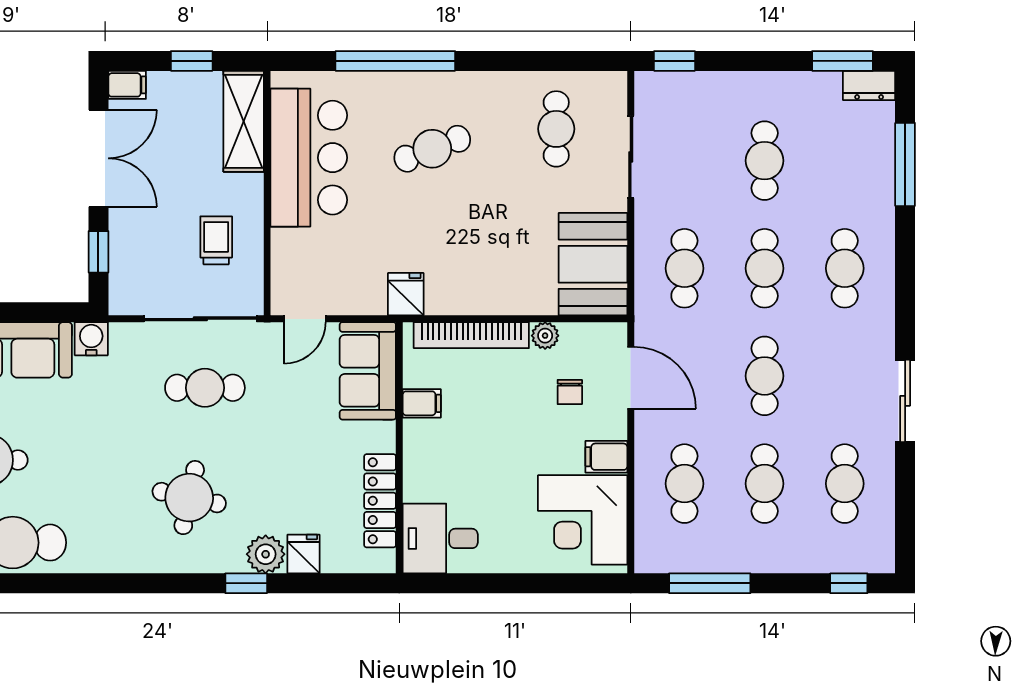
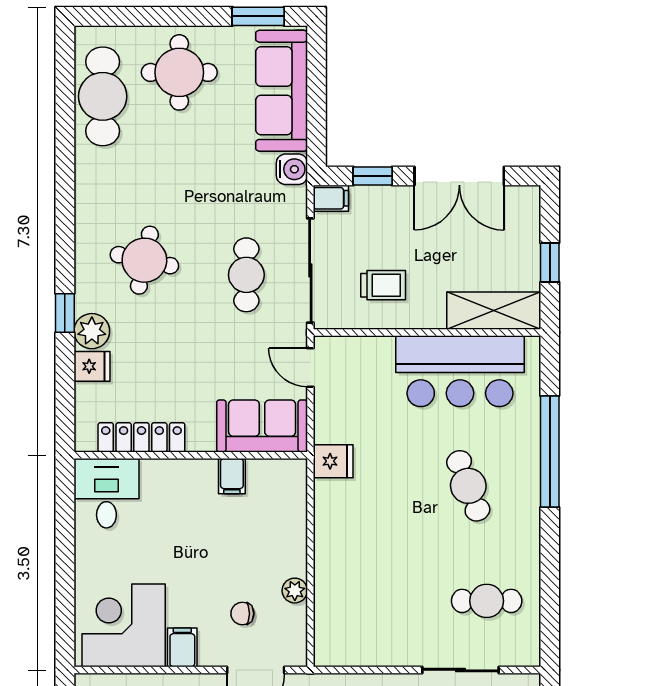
filing cabinet: (127, 85) -> (331, 198), moved, turned -90
booth: (593, 264) -> (361, 635), removed
bookcase: (471, 335) -> (295, 522), removed

